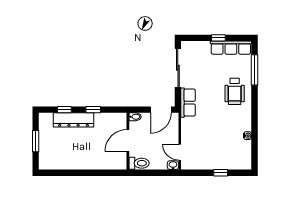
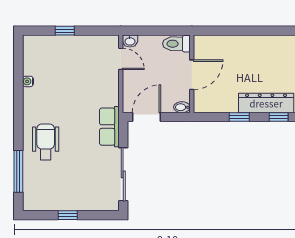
row of seats: (231, 48) -> (51, 202), removed

